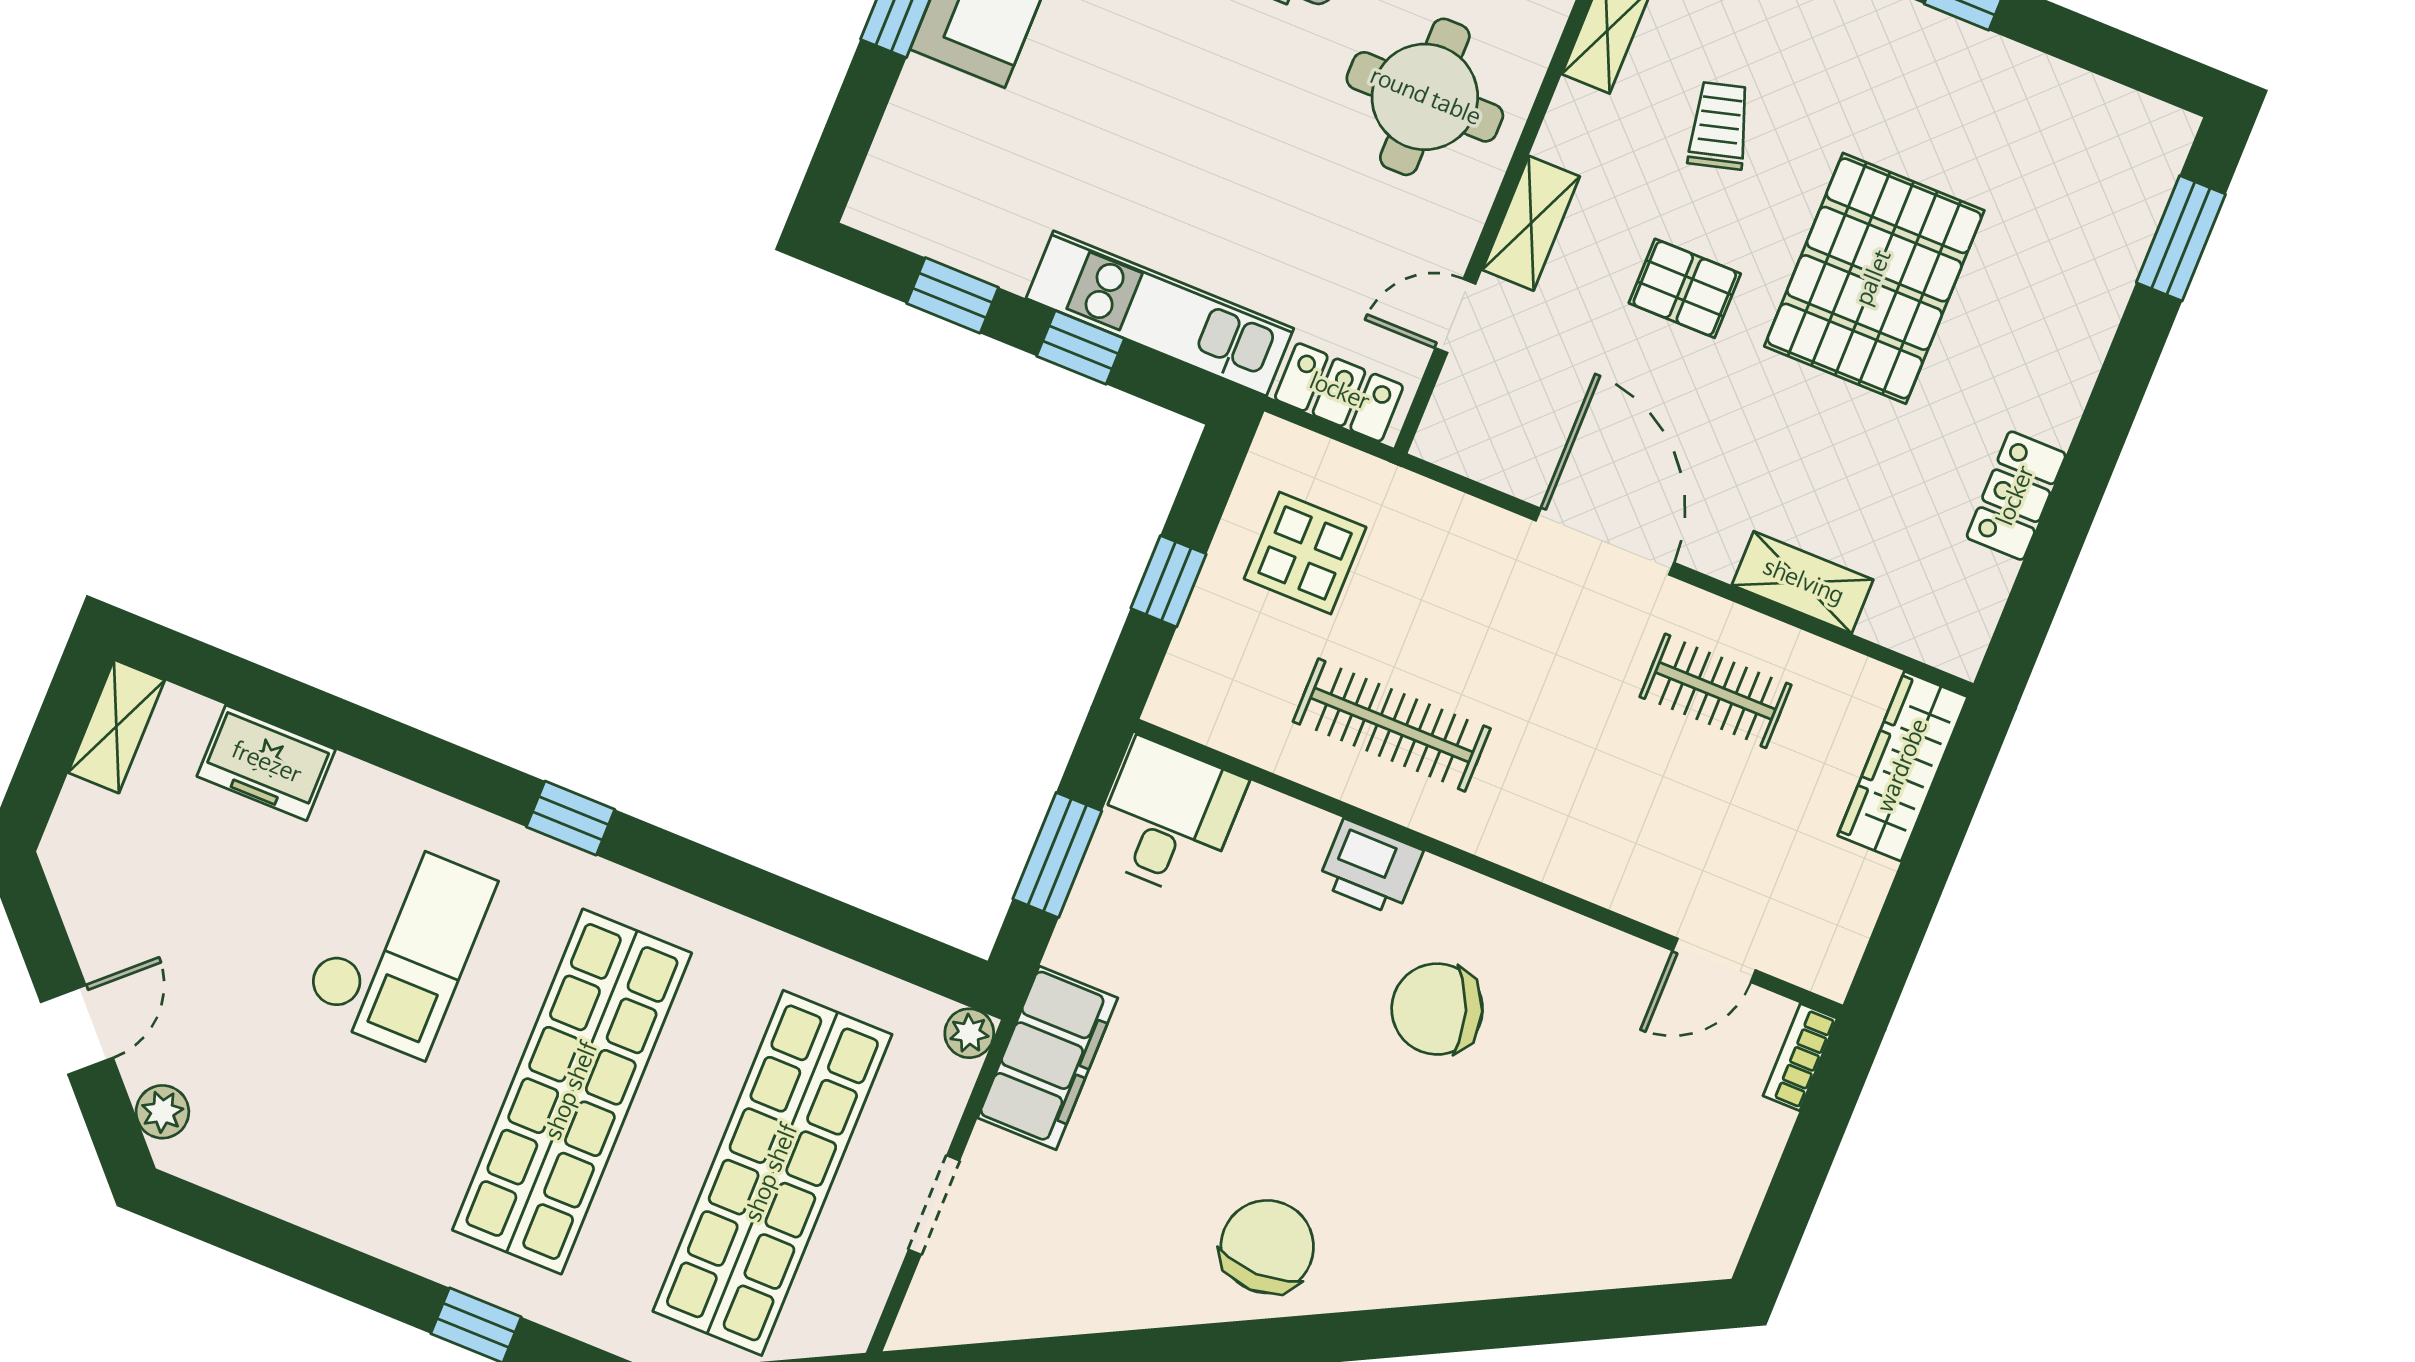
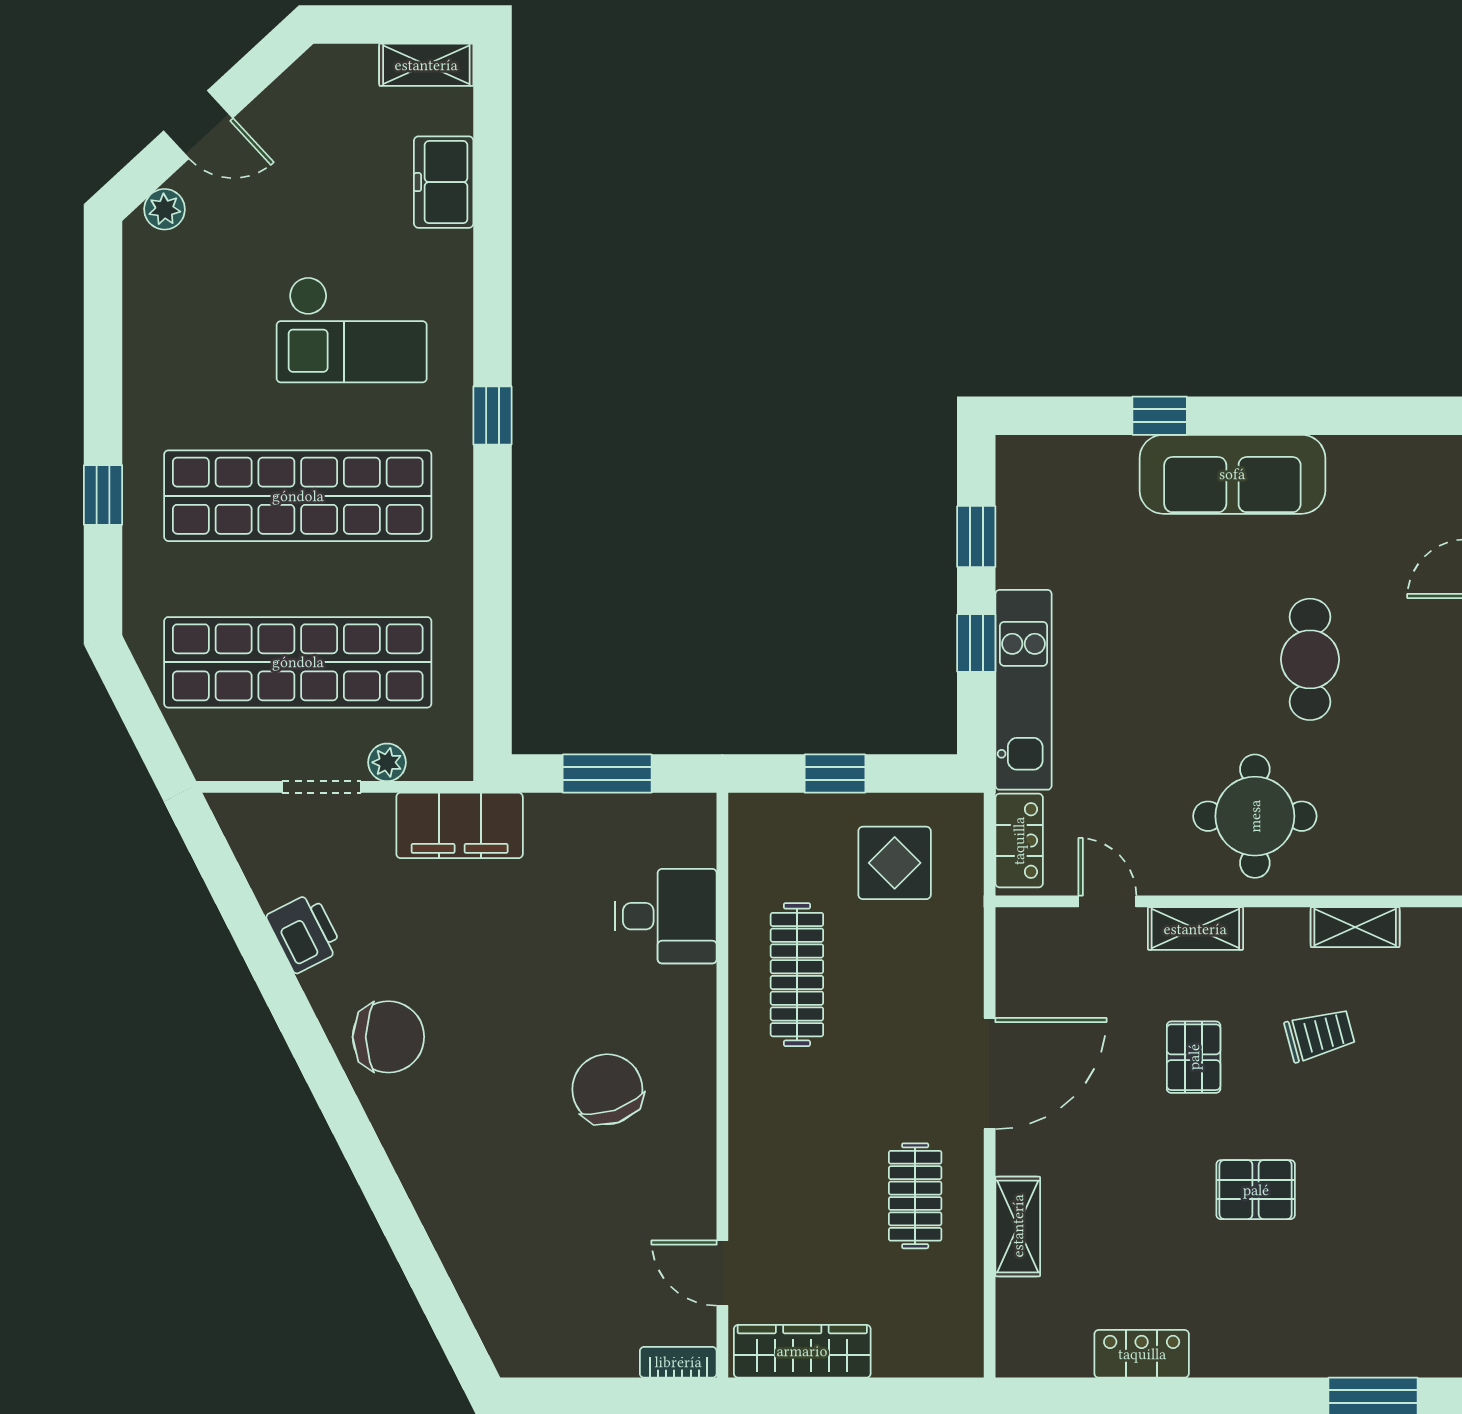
pallet: (1874, 278) -> (1256, 1190), width x0.49, depth x0.50
wardrobe: (1903, 766) -> (802, 1351), moved
desk: (1168, 818) -> (666, 916), moved
printer: (1370, 867) -> (304, 933), moved, turned 153
plant: (969, 1033) -> (387, 762), moved

